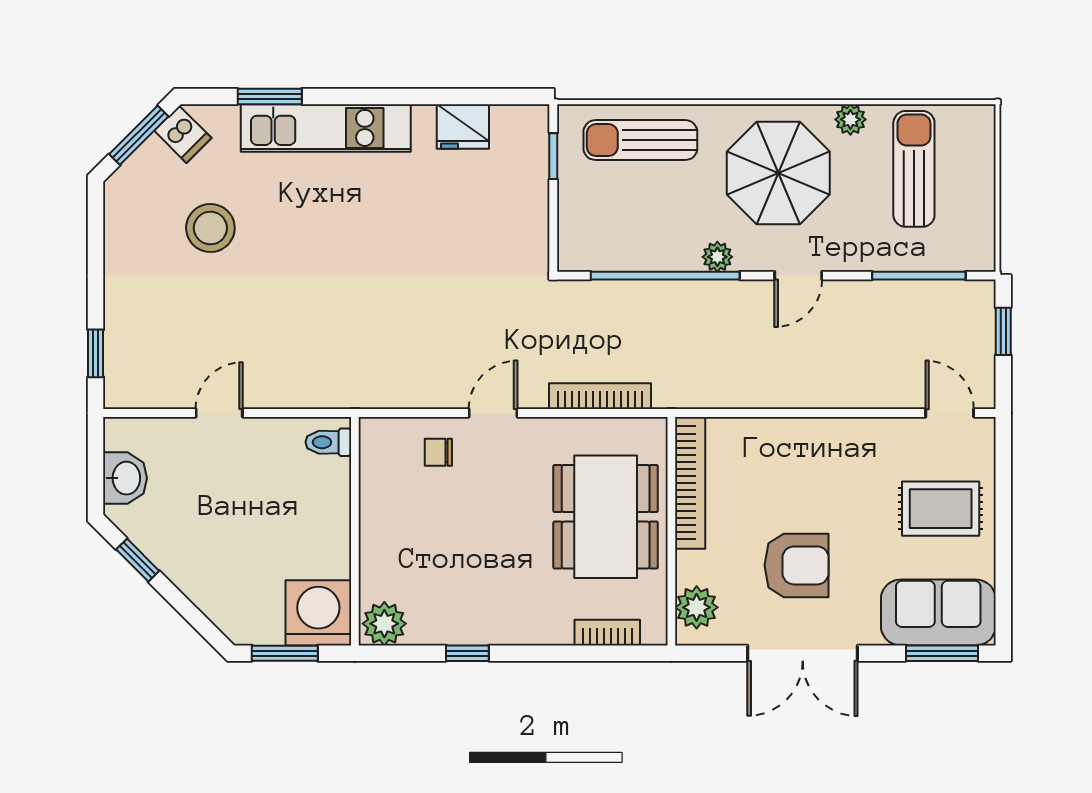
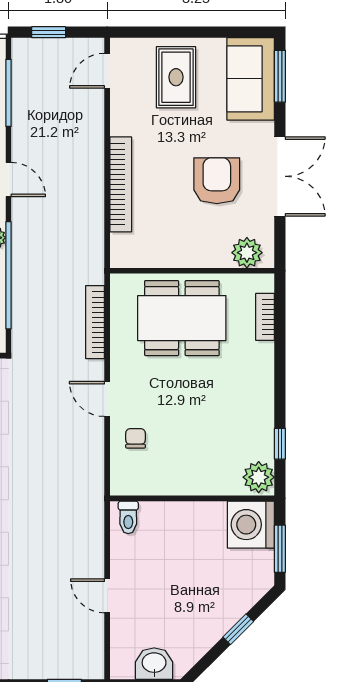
chair: (438, 452) -> (136, 438), turned 180
bookcase: (690, 483) -> (121, 184), moved, turned 90
window: (138, 560) -> (238, 629), moved
window: (467, 653) -> (280, 444), moved

